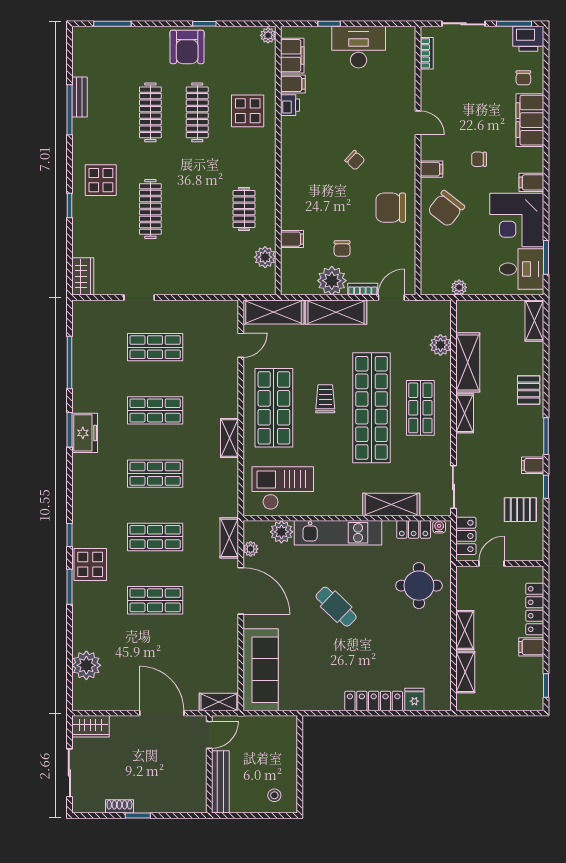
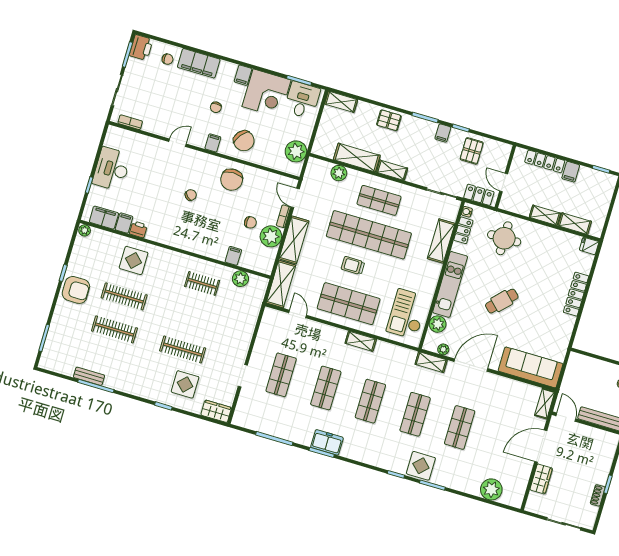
display table: (101, 180) -> (185, 384), moved
plant: (459, 287) -> (296, 151), width x1.87, depth x1.87
fridge: (414, 699) -> (589, 246), moved
wardrobe: (90, 726) -> (541, 479), moved

